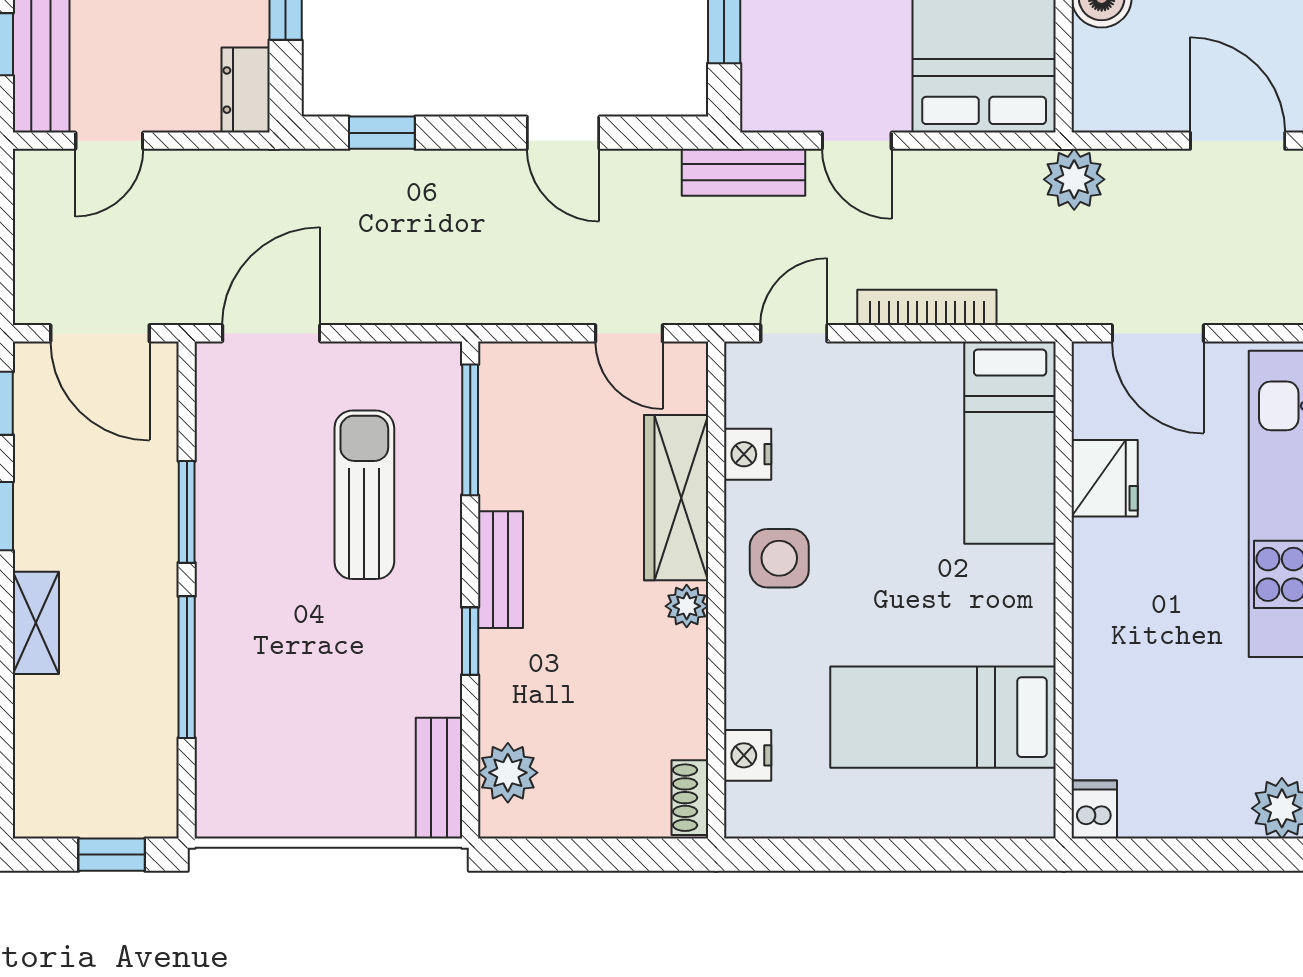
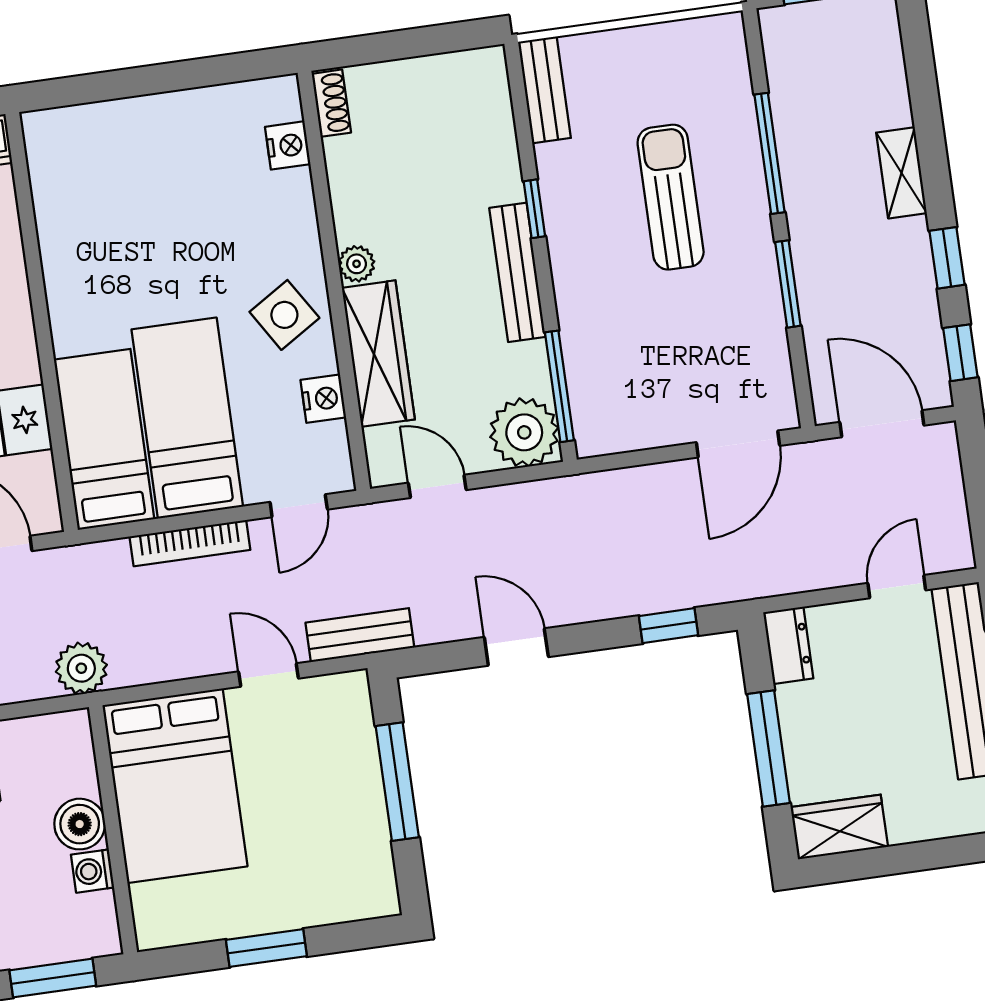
sun lounger: (364, 495) -> (671, 197), moved, turned 180
side table: (779, 558) -> (284, 315), turned -32
bench: (500, 570) -> (517, 272), width x1.36
bed: (943, 717) -> (187, 418), moved, turned -90
plant: (508, 773) -> (524, 432), moved, width x1.36, depth x1.36

